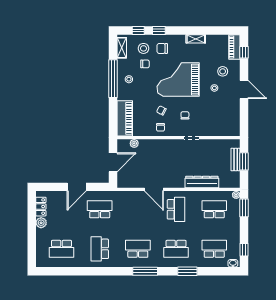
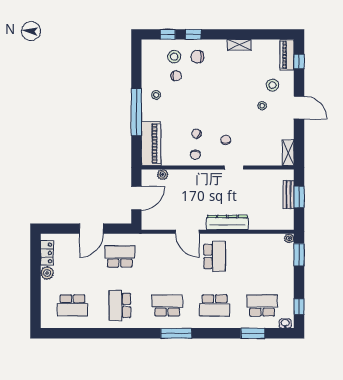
shelving: (122, 48) -> (288, 153), moved
window: (113, 79) -> (136, 112), moved
grand piano: (178, 80) -> (217, 95), removed
dresser: (202, 182) -> (227, 222), moved
school desk: (214, 209) -> (262, 256), removed
window: (187, 271) -> (253, 333), moved

